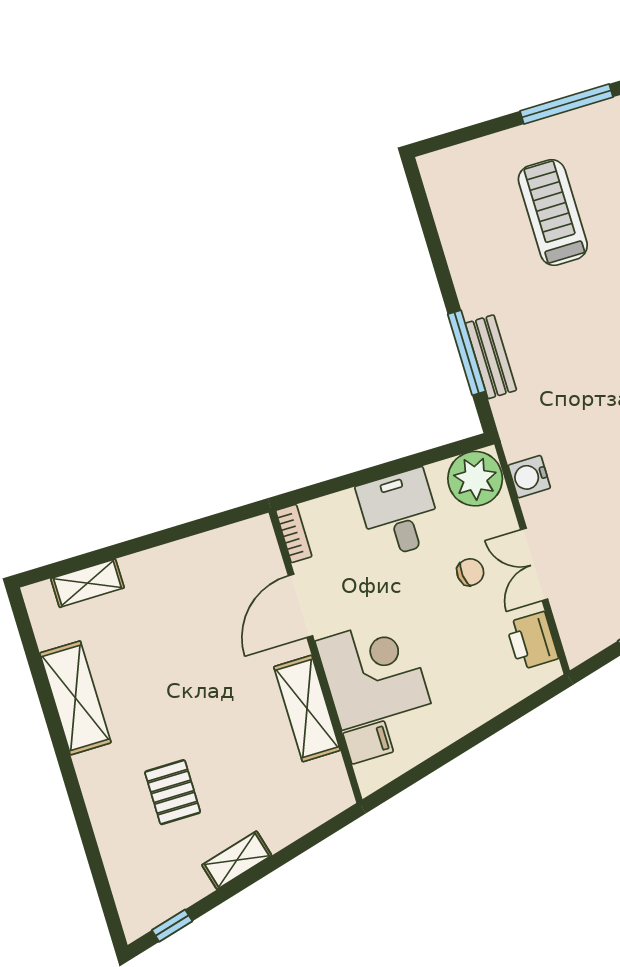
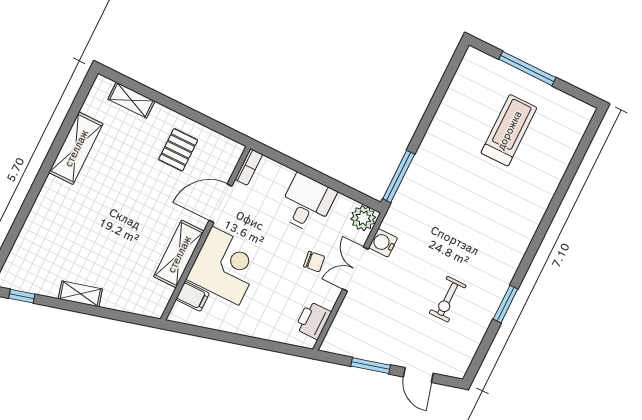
window: (567, 104) -> (527, 68), moved
window: (467, 353) -> (399, 176), moved
bench: (491, 357) -> (417, 170), removed
plant: (475, 479) -> (363, 218), width x0.73, depth x0.73
double door: (534, 564) -> (355, 269), moved
pallet: (173, 792) -> (178, 150), moved

